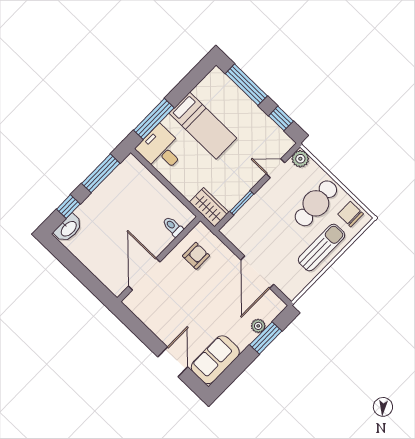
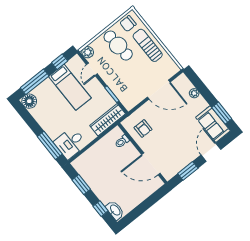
floor lamp: (216, 80) -> (29, 101), added
bed: (203, 126) -> (70, 87), moved, turned 90
window: (101, 173) -> (81, 185), width x0.69
wardrobe: (209, 207) -> (108, 120), width x1.50
armchair: (196, 256) -> (143, 129), turned 180
window: (141, 331) -> (188, 171), added
window: (266, 338) -> (222, 113), moved
door: (173, 362) -> (211, 152), hinge flipped

